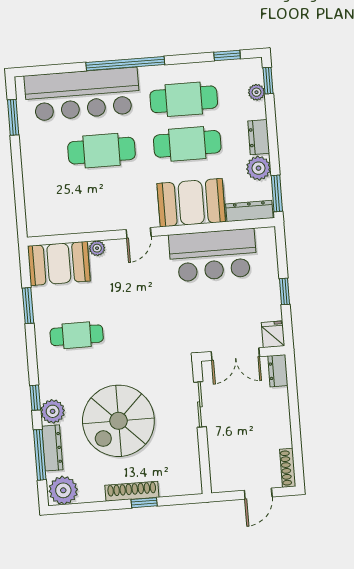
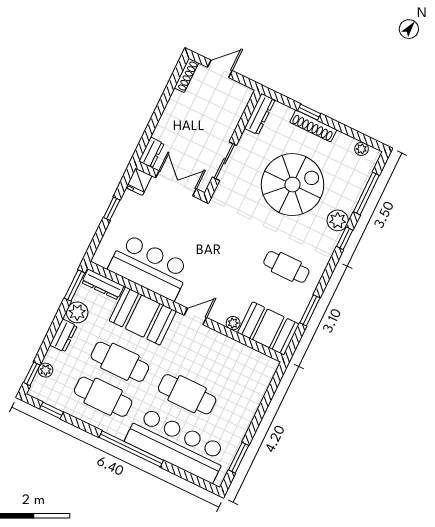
dresser: (52, 448) -> (260, 114), moved, turned 180
plant: (63, 490) -> (362, 149), width x0.53, depth x0.53

